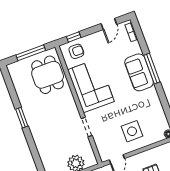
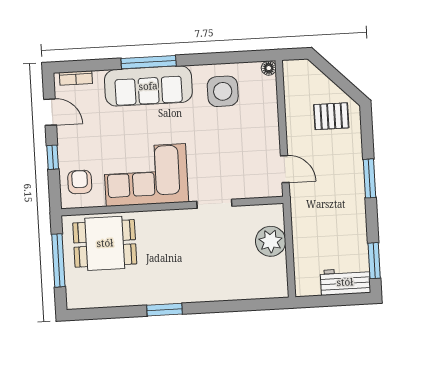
window: (74, 37) -> (53, 157), moved
sofa: (139, 72) -> (148, 86), width x1.36
side table: (132, 131) -> (223, 91), moved

